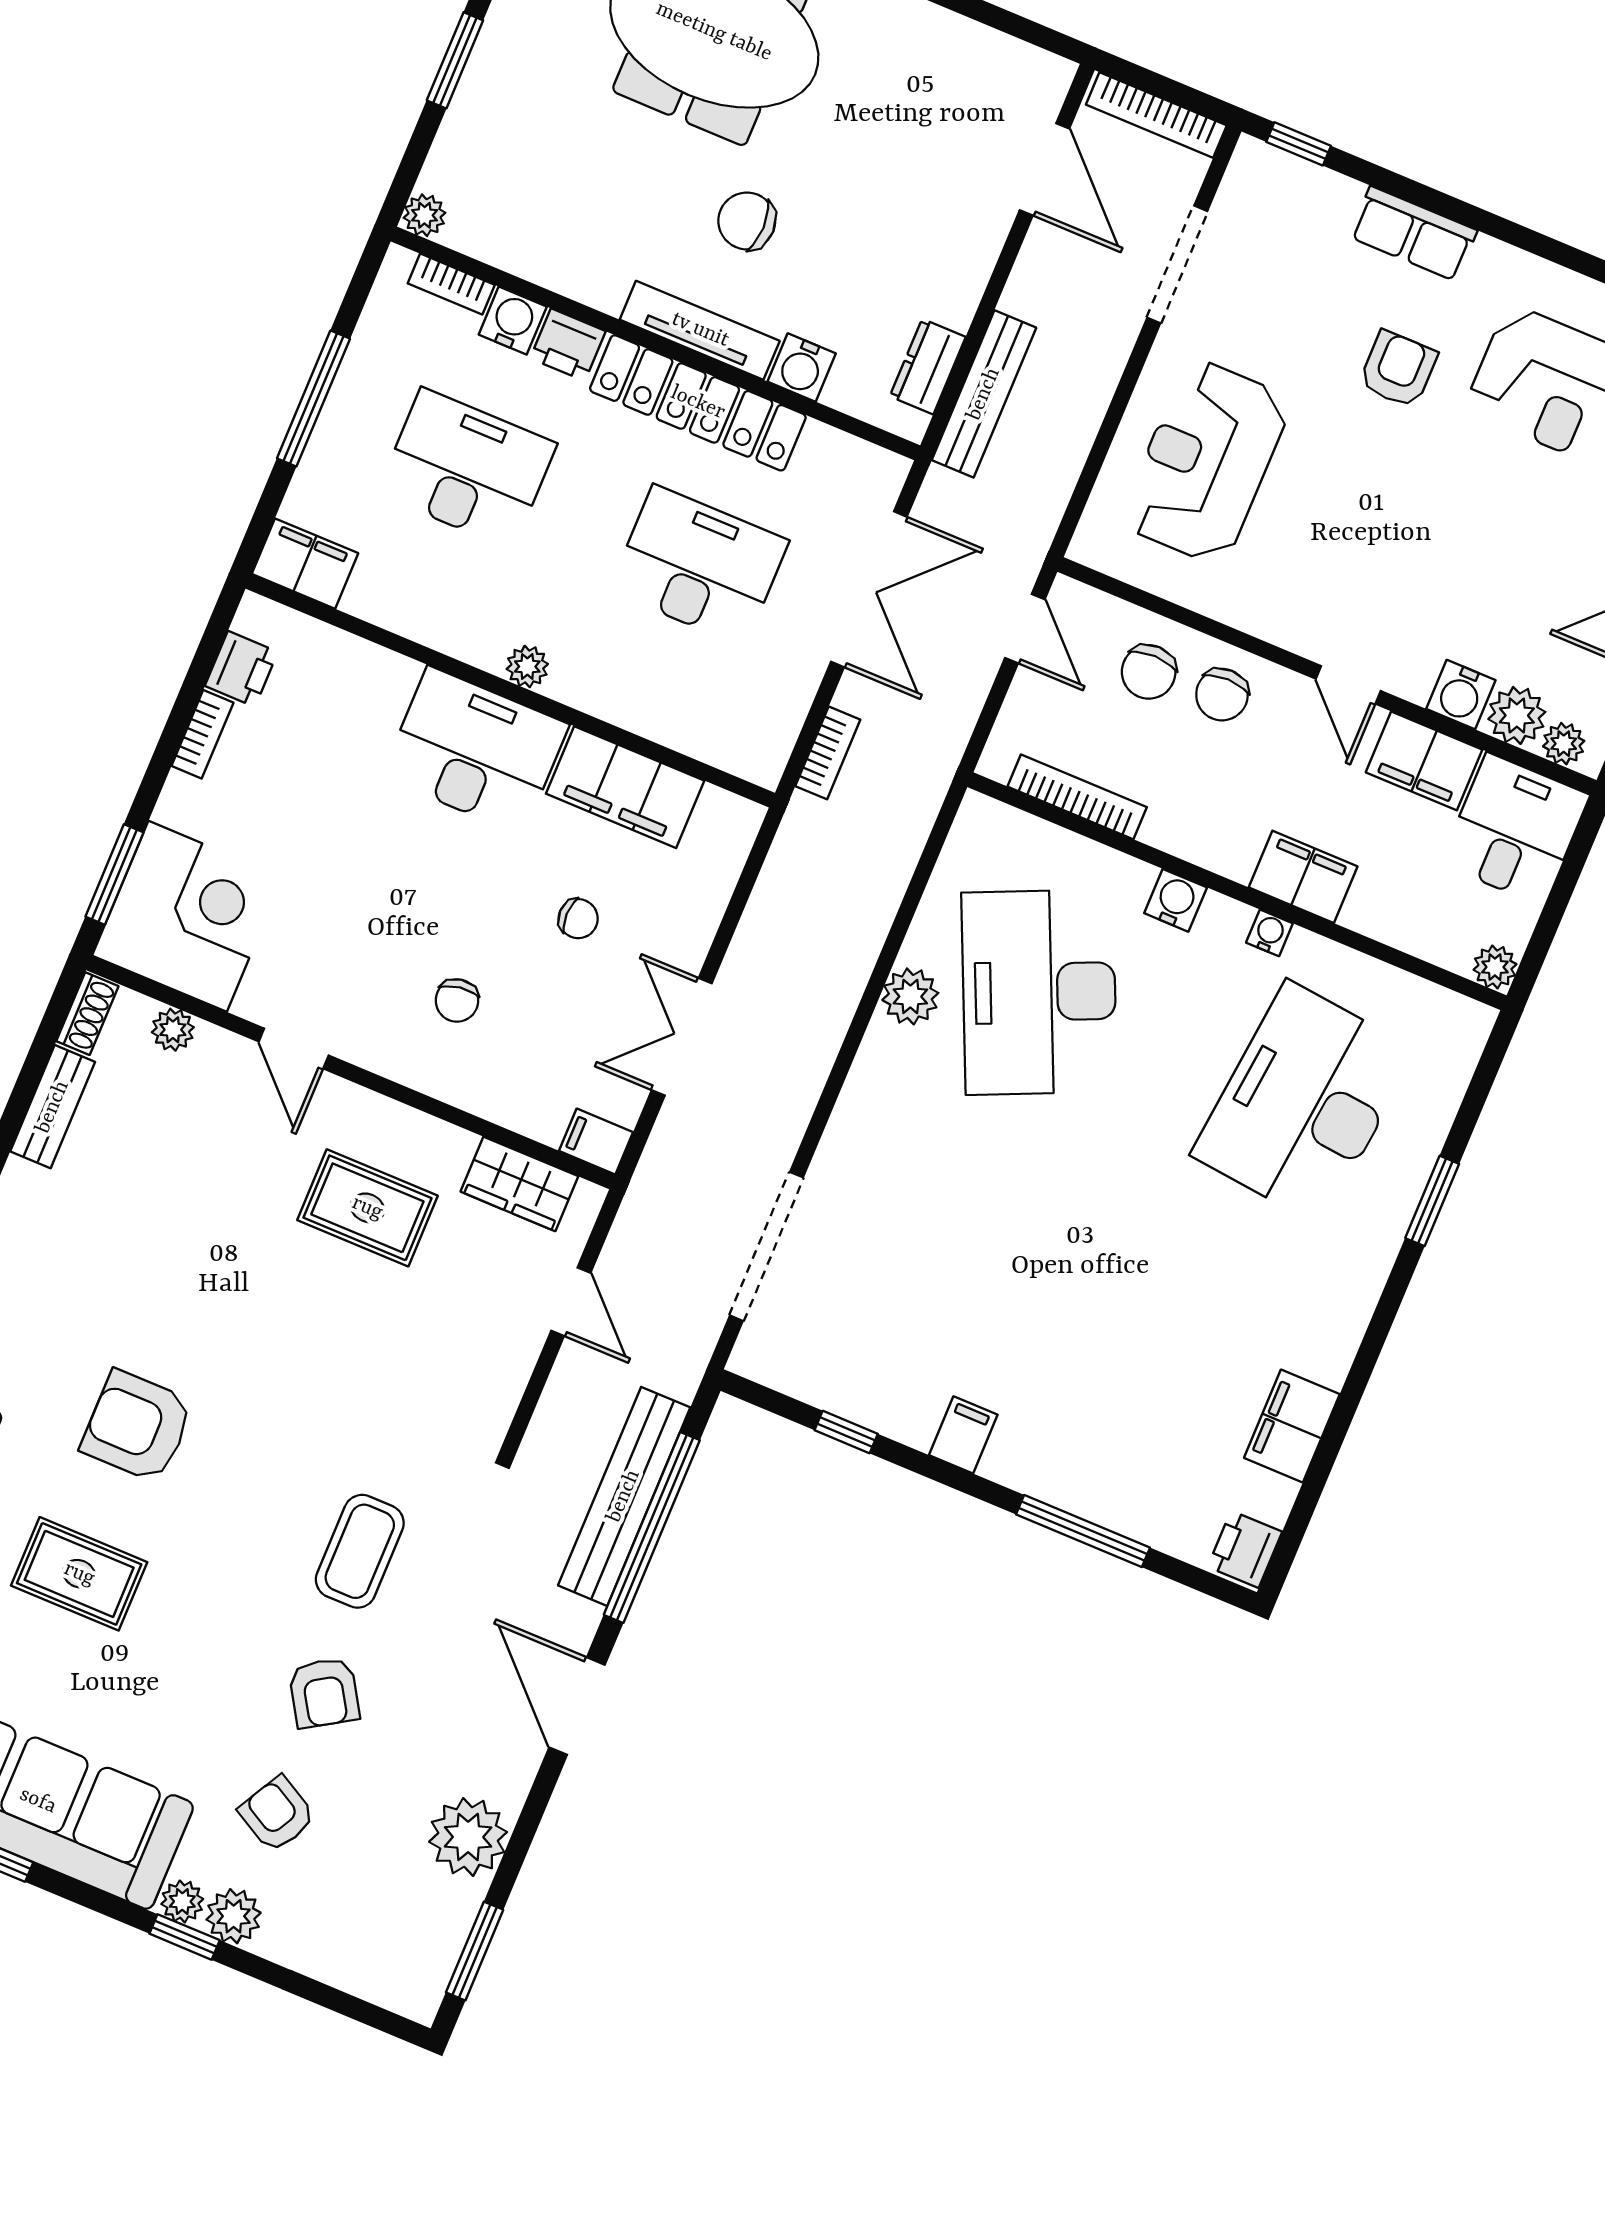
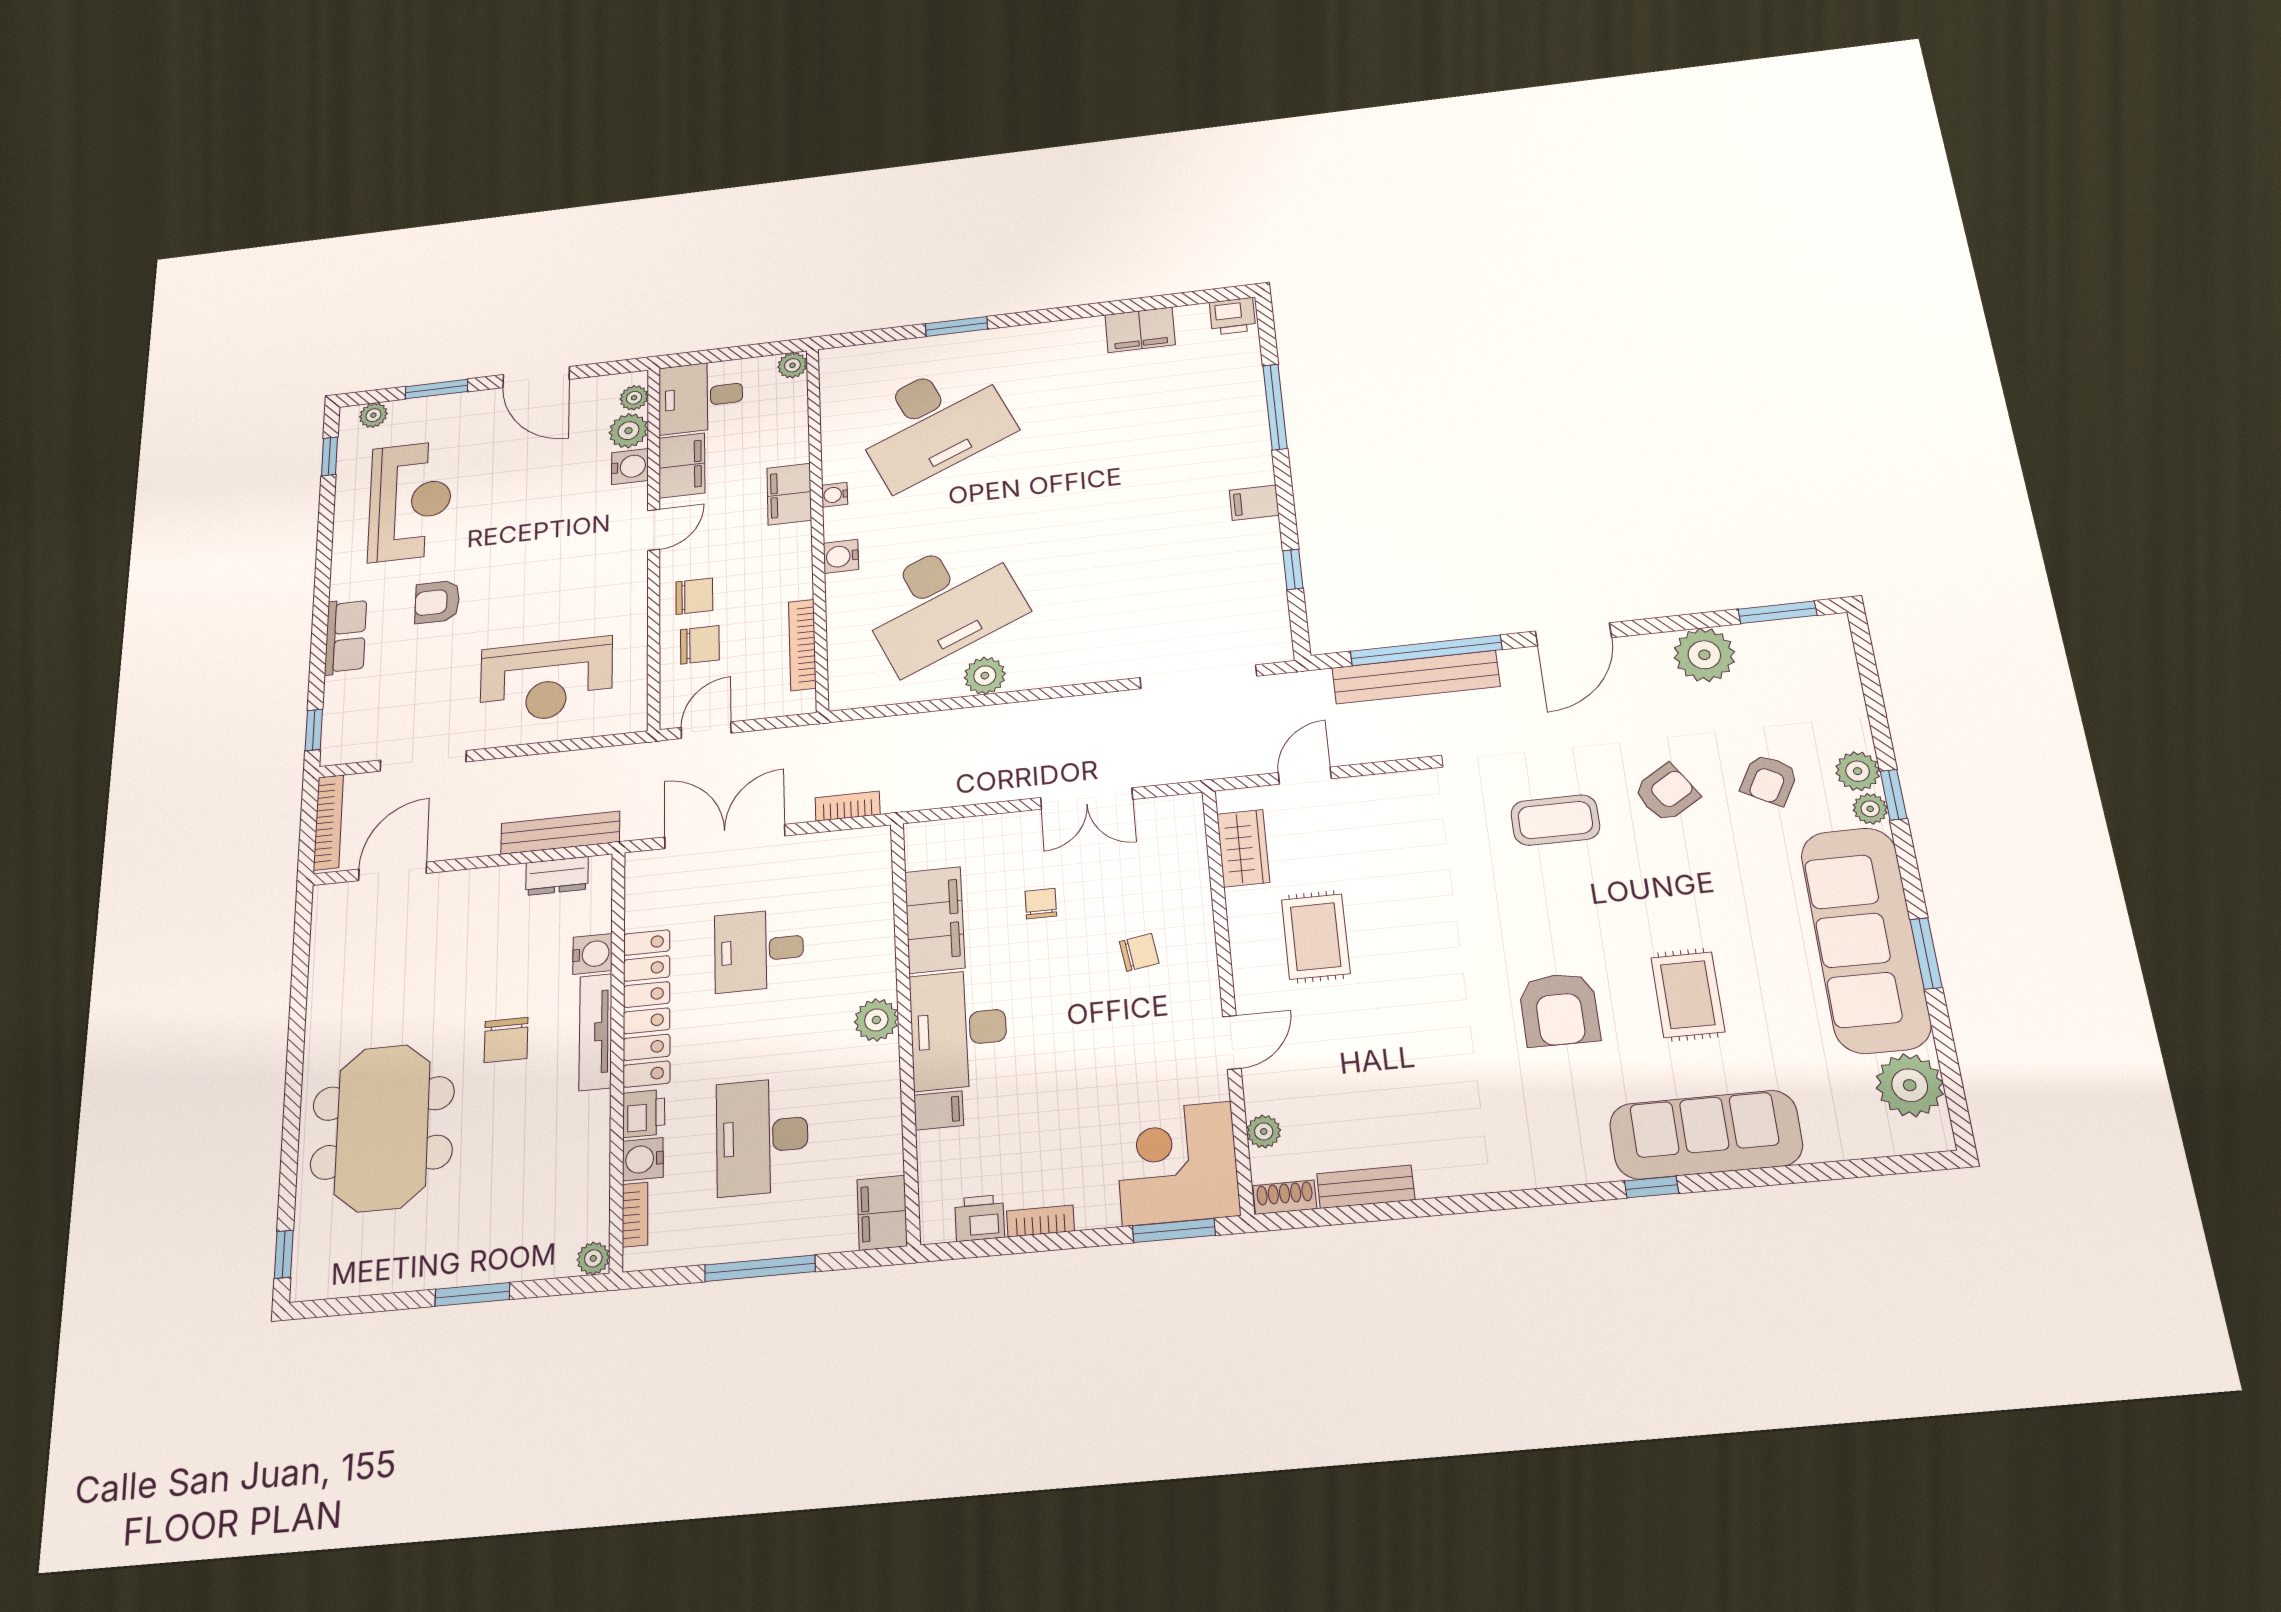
desk: (699, 566) -> (759, 950), width x0.73
plant: (527, 667) -> (876, 1020), width x1.38, depth x1.38
desk: (1304, 1103) -> (933, 423), turned -30
filing cabinet: (596, 1141) -> (939, 1110), moved, turned -90

